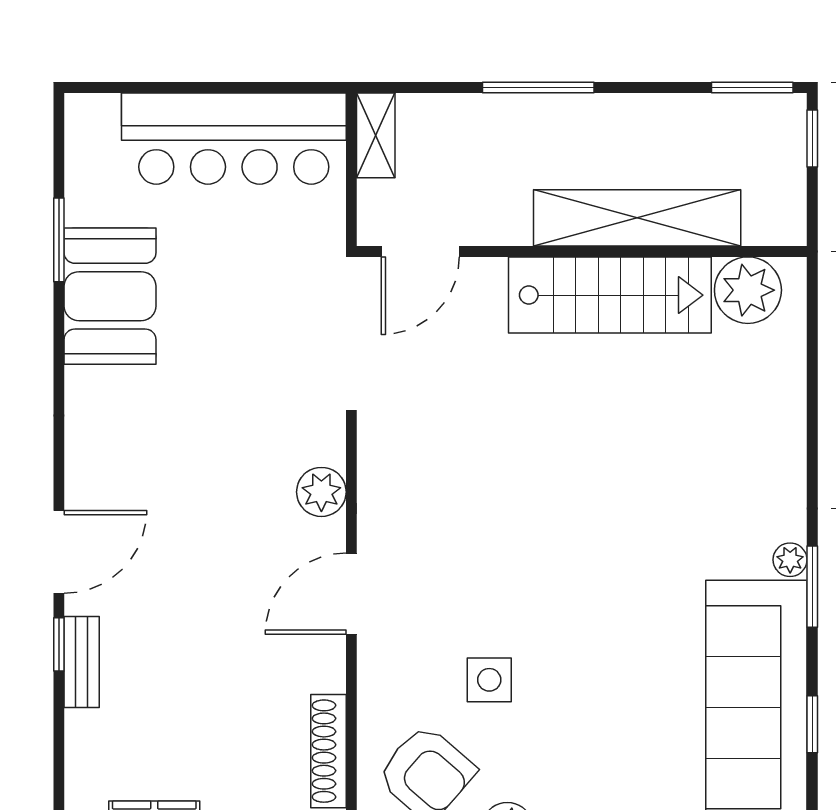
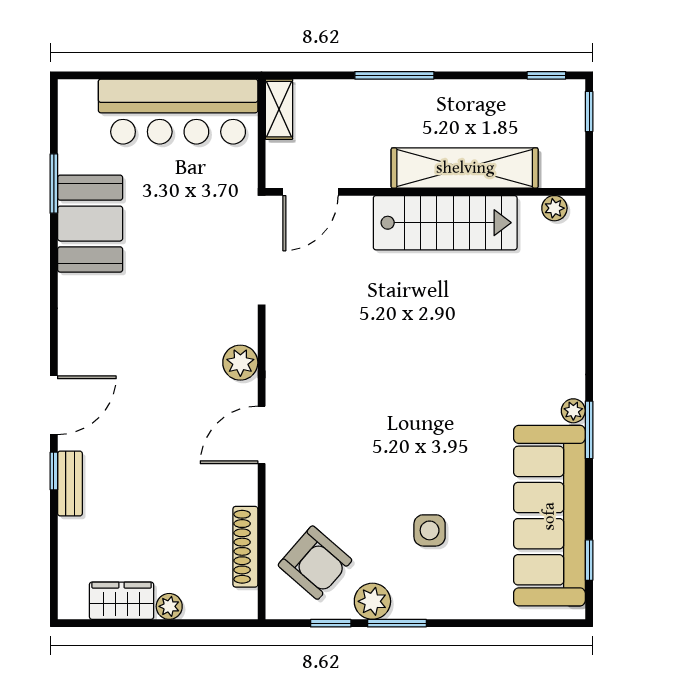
window: (752, 88) -> (546, 75), width x0.67
plant: (748, 290) -> (554, 208), width x0.53, depth x0.53
side table: (489, 680) -> (430, 530), moved
window: (812, 724) -> (589, 560), moved

